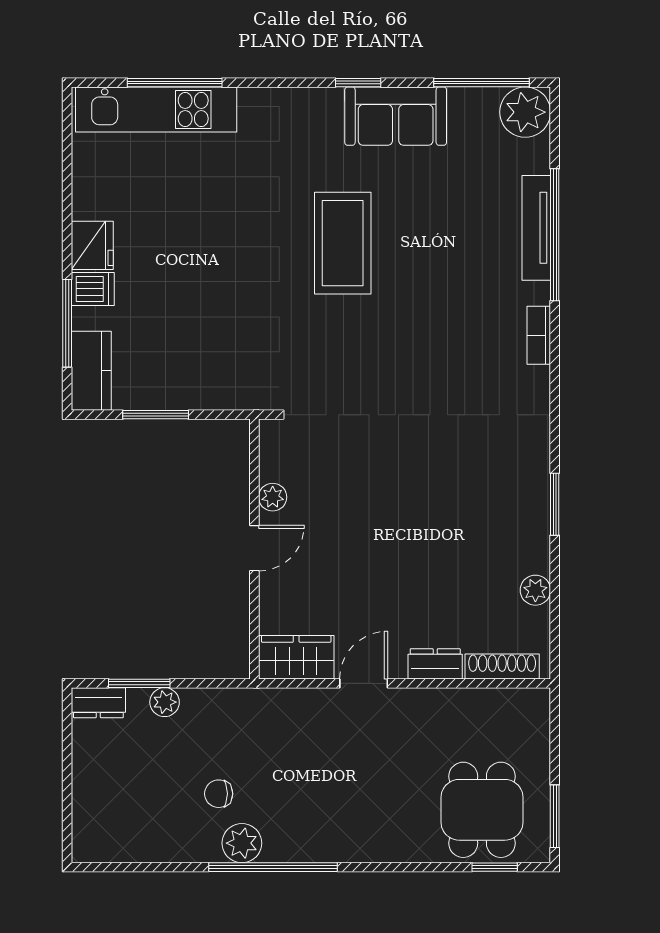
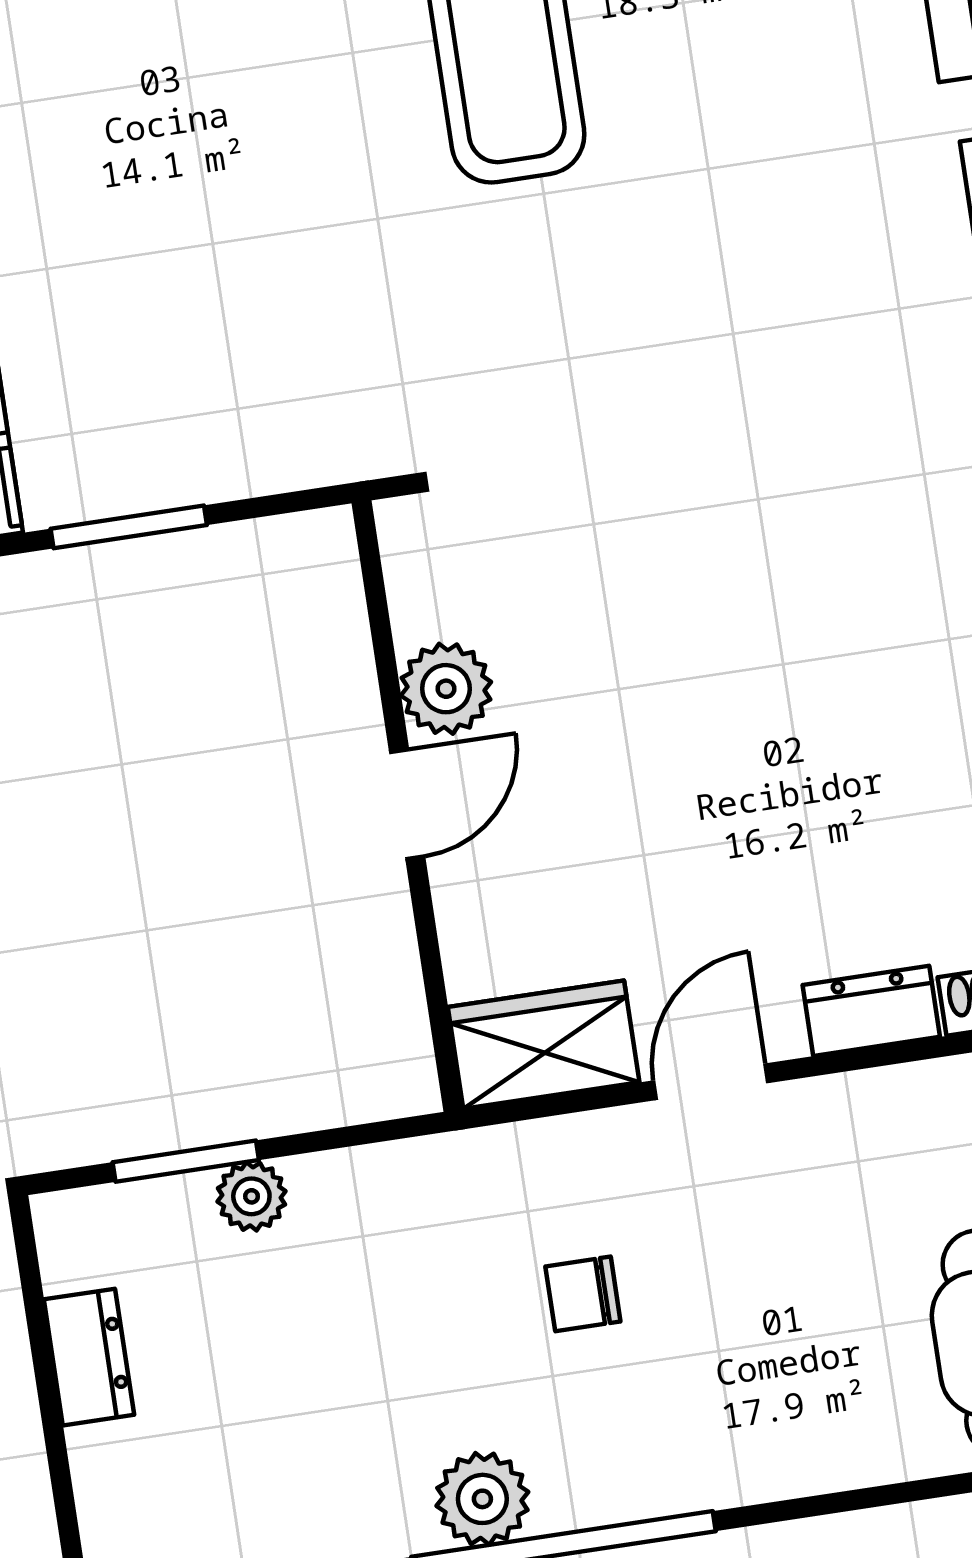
plant: (273, 497) -> (446, 689), width x1.38, depth x1.38
dresser: (98, 703) -> (89, 1357), moved, turned -90
chair: (219, 794) -> (583, 1294), moved

